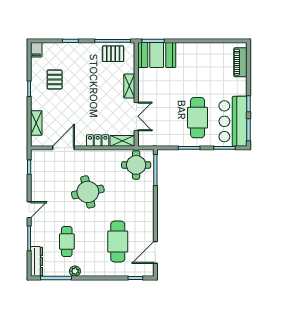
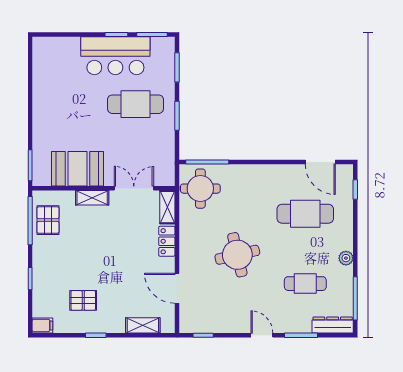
booth: (157, 55) -> (77, 169), moved, turned 90
piano: (240, 62) -> (60, 45), removed
bar counter: (233, 121) -> (115, 56), moved
plant: (75, 271) -> (346, 258), moved

